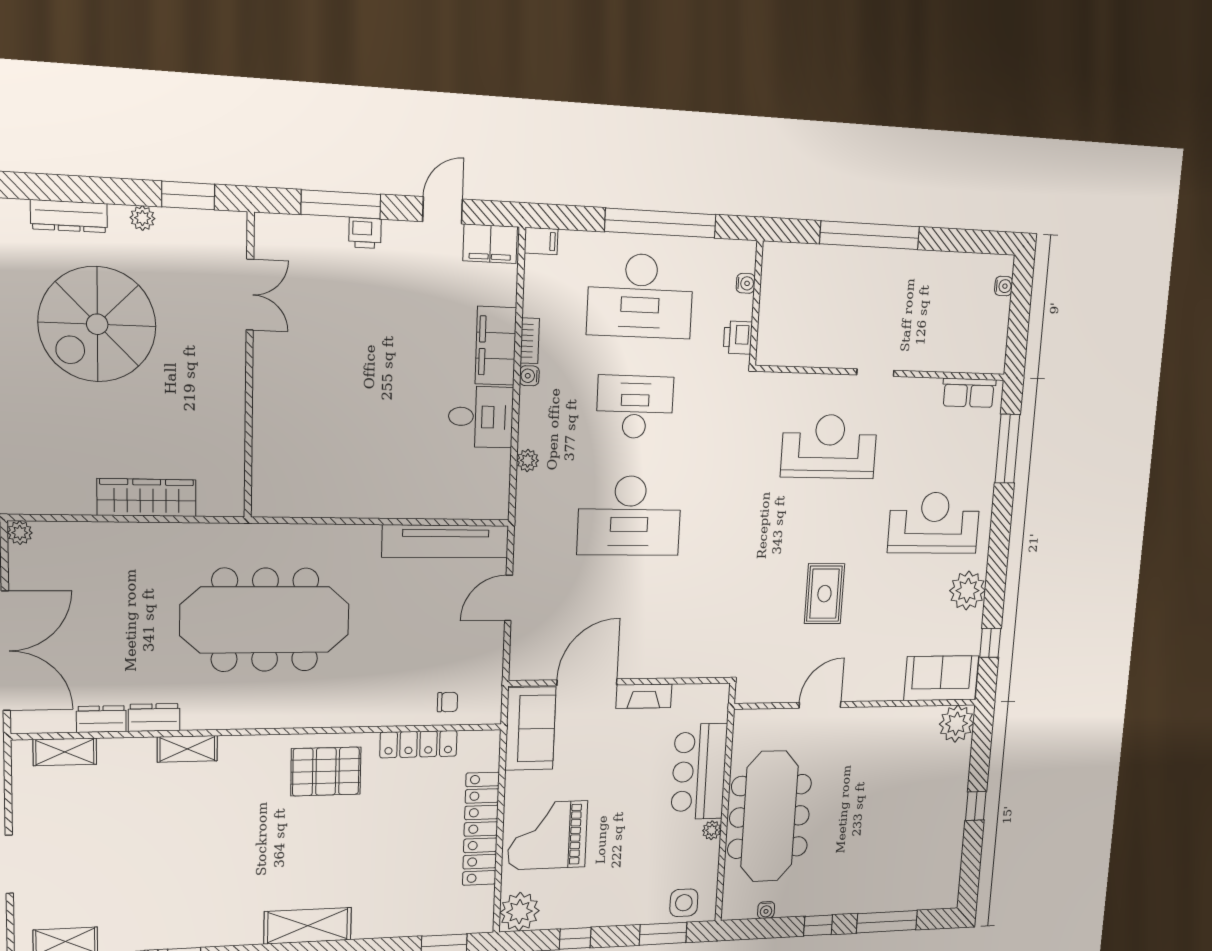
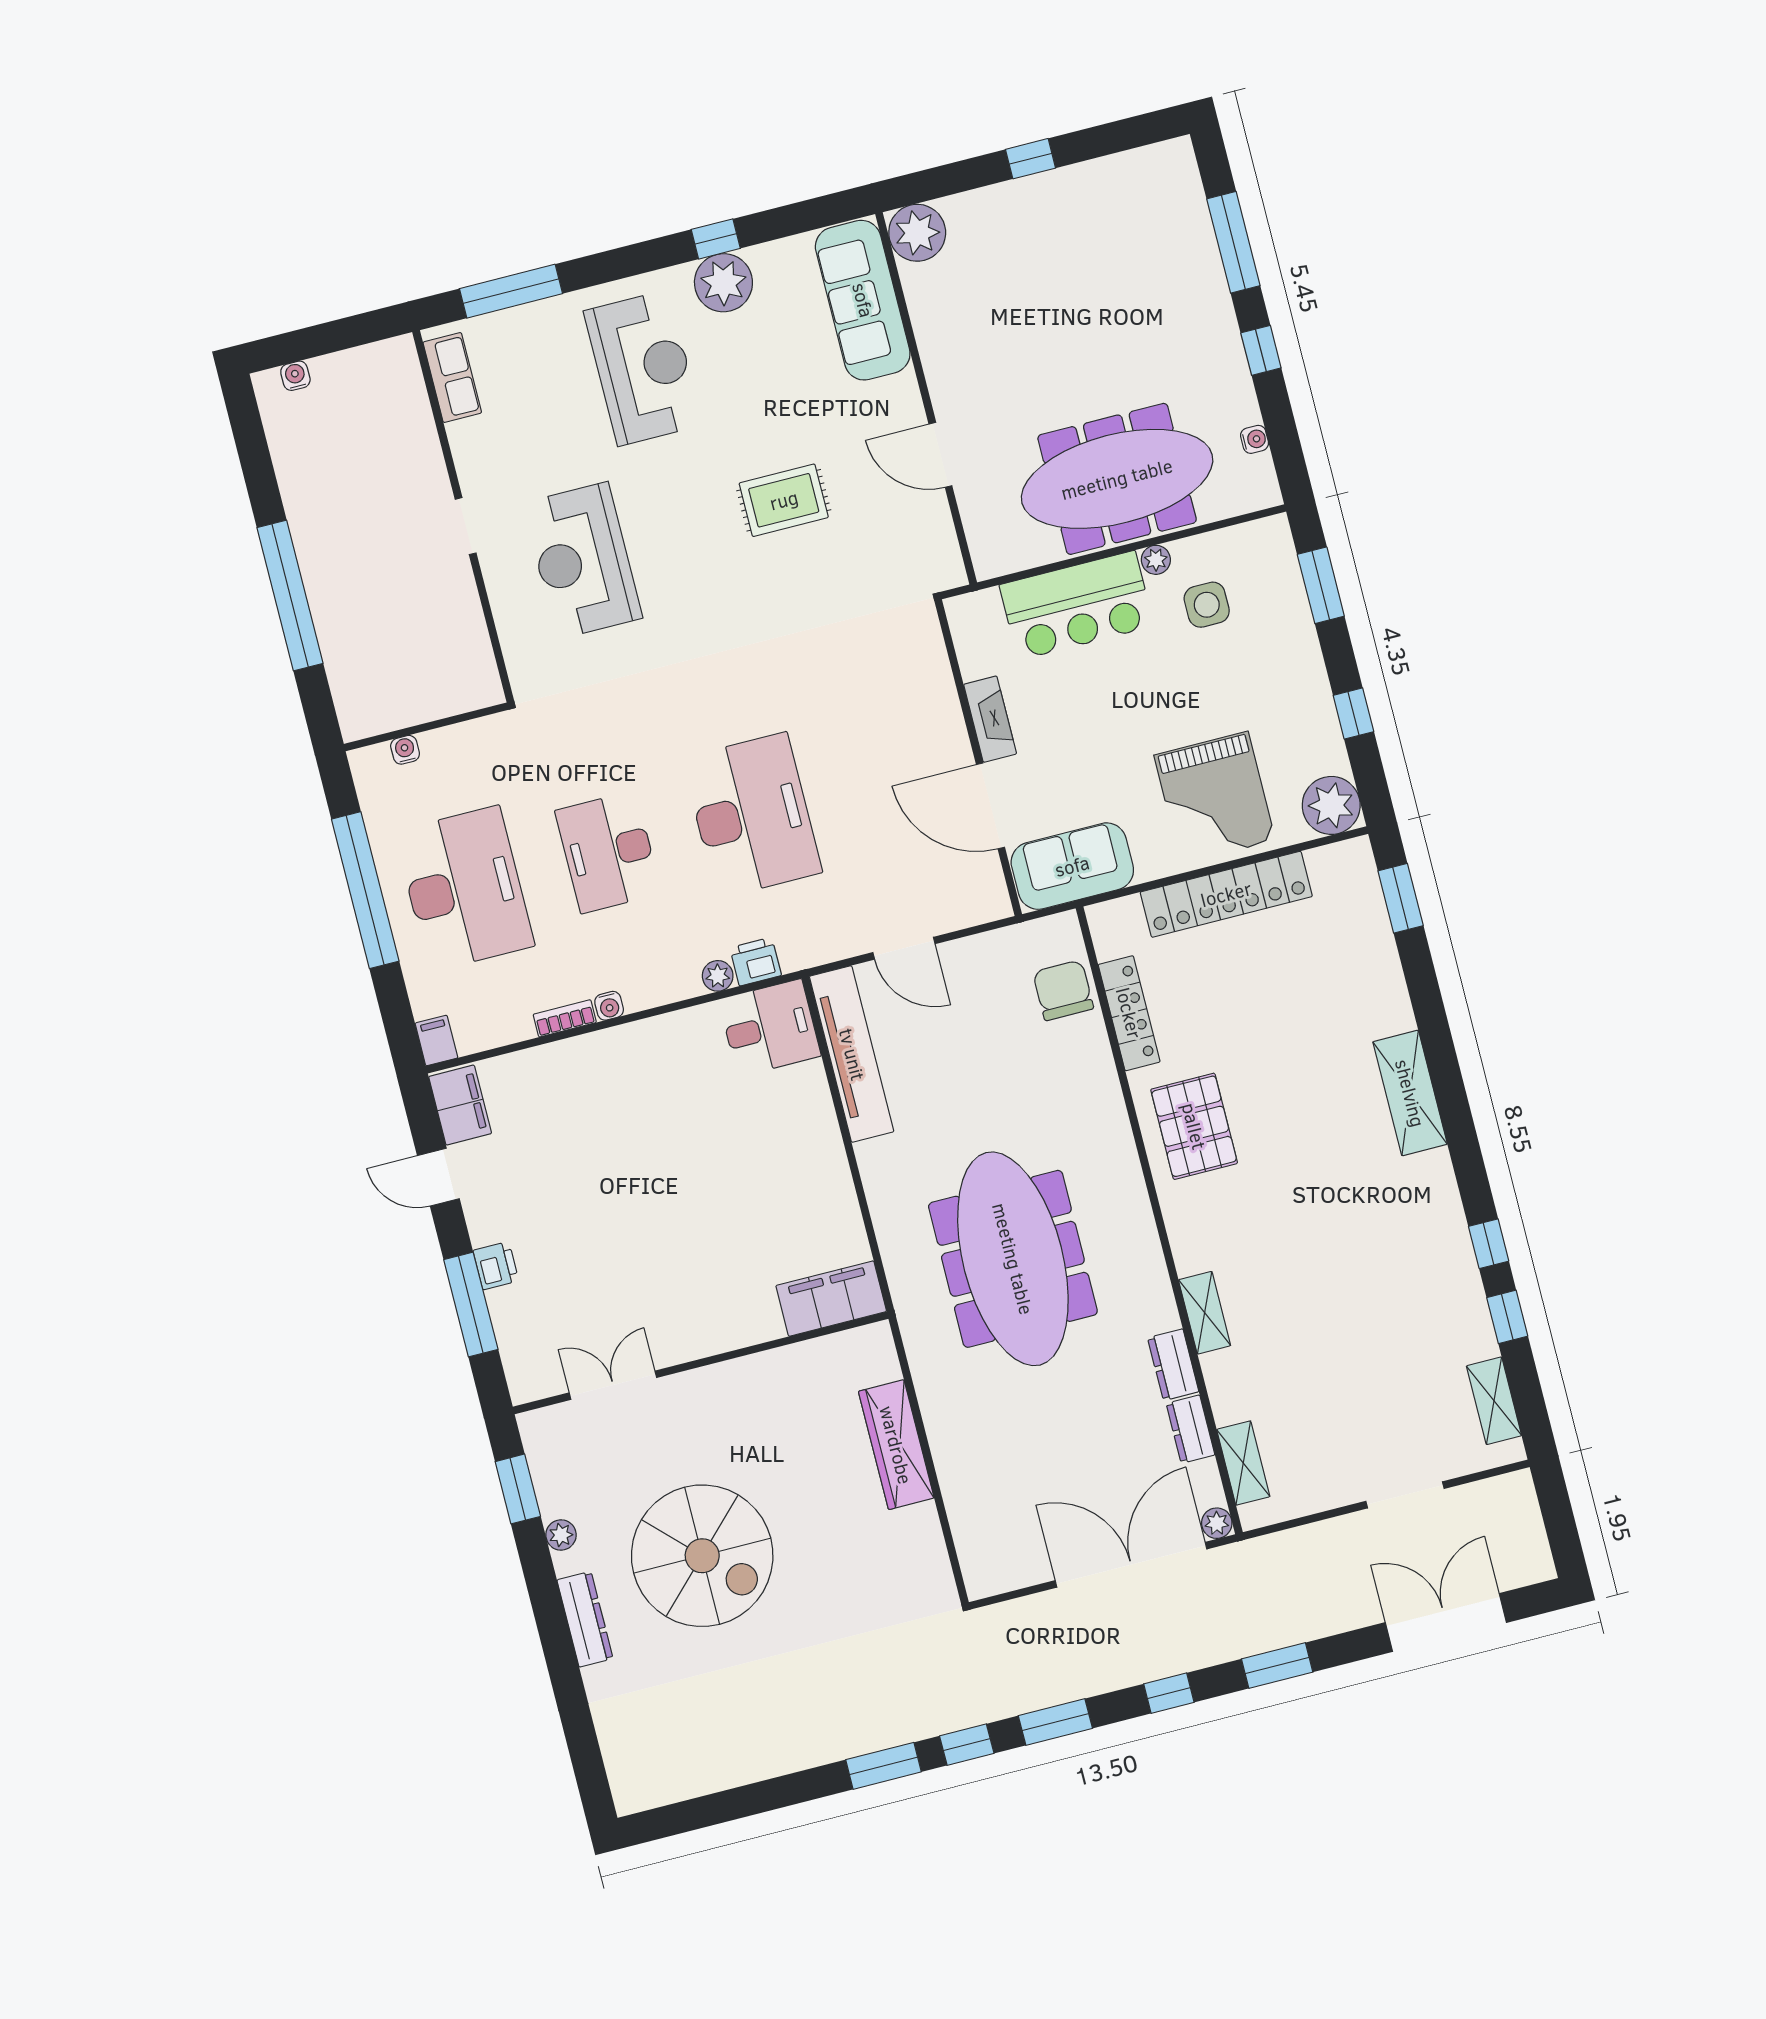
printer: (738, 338) -> (756, 962), moved, turned 180
filing cabinet: (496, 346) -> (831, 1299), moved, turned 180
desk: (481, 417) -> (770, 1028), moved, turned 90
reception desk: (934, 523) -> (643, 368), turned 180
plant: (20, 533) -> (1217, 1523), moved
window: (990, 643) -> (716, 239), moved
sofa: (941, 678) -> (863, 300), width x1.36
chair: (448, 702) -> (1063, 990), width x1.87, depth x1.87
side table: (684, 903) -> (1207, 605), moved

